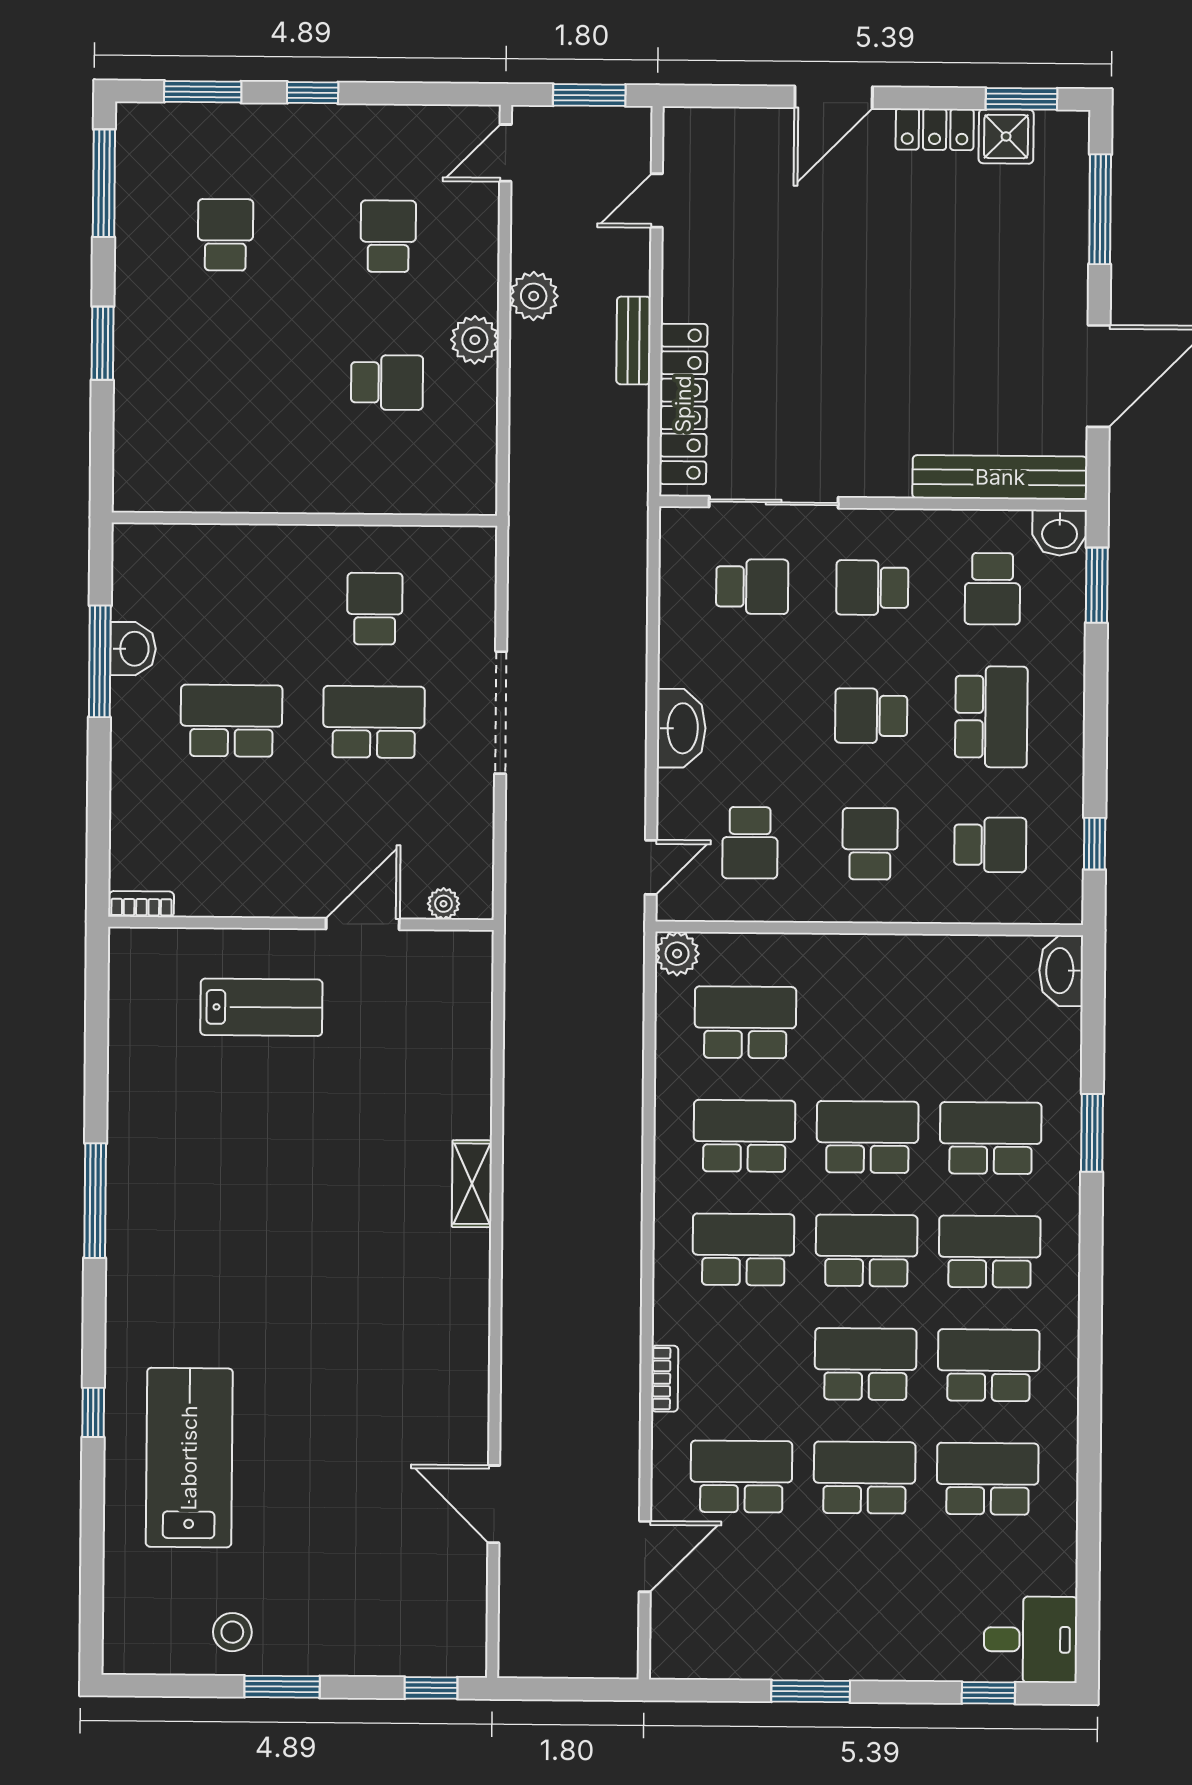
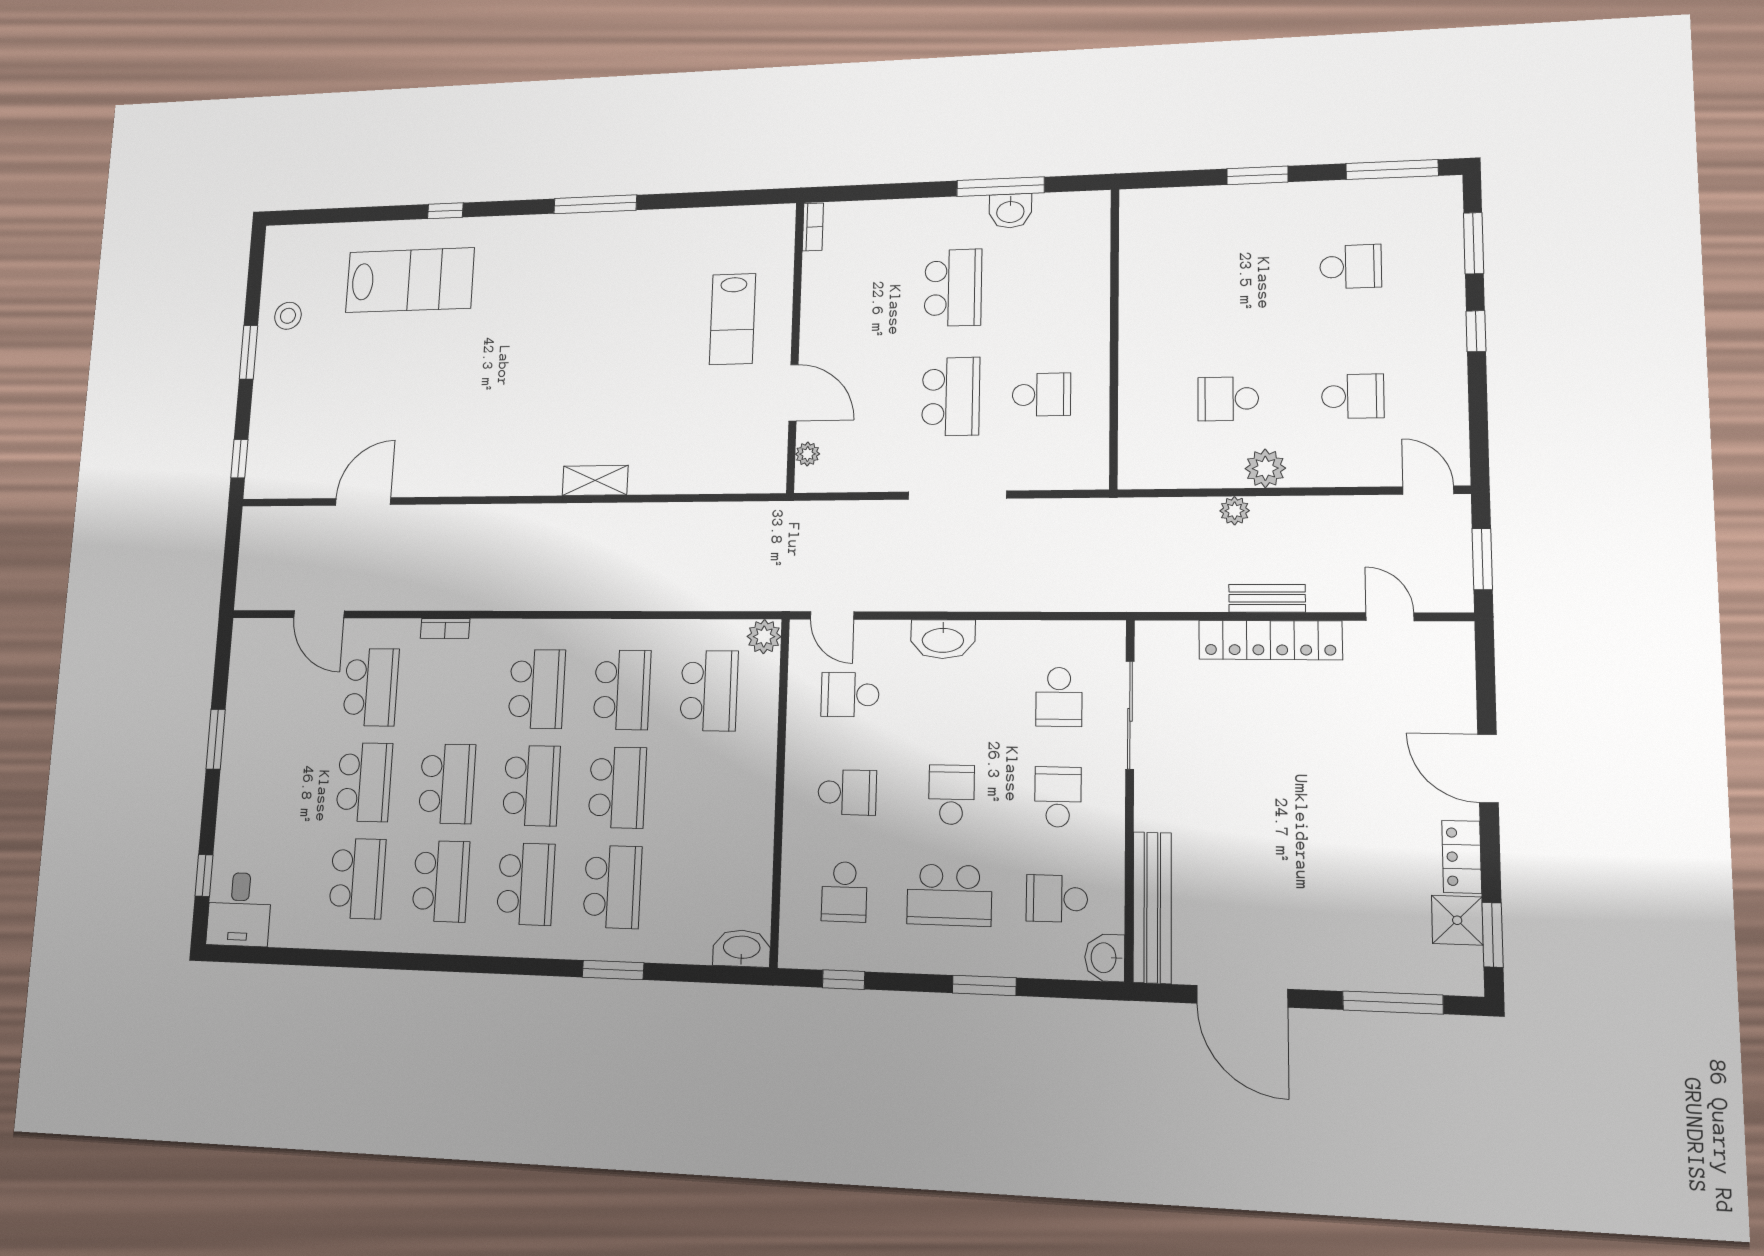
plant: (534, 296) -> (1235, 511), moved, width x0.73, depth x0.73
school desk: (387, 382) -> (1228, 399), turned 90
locker: (683, 404) -> (1270, 640), moved
window: (1097, 585) -> (984, 985), moved

